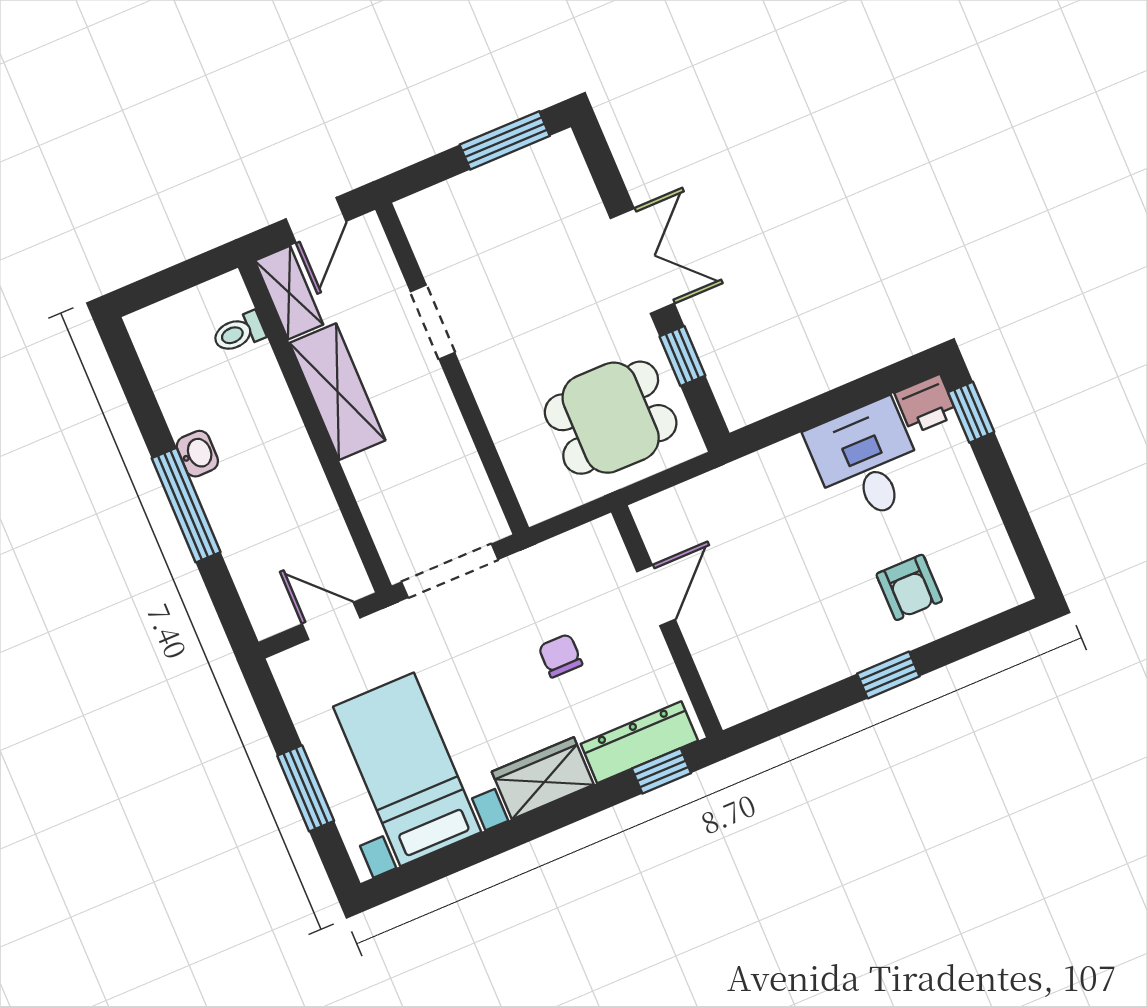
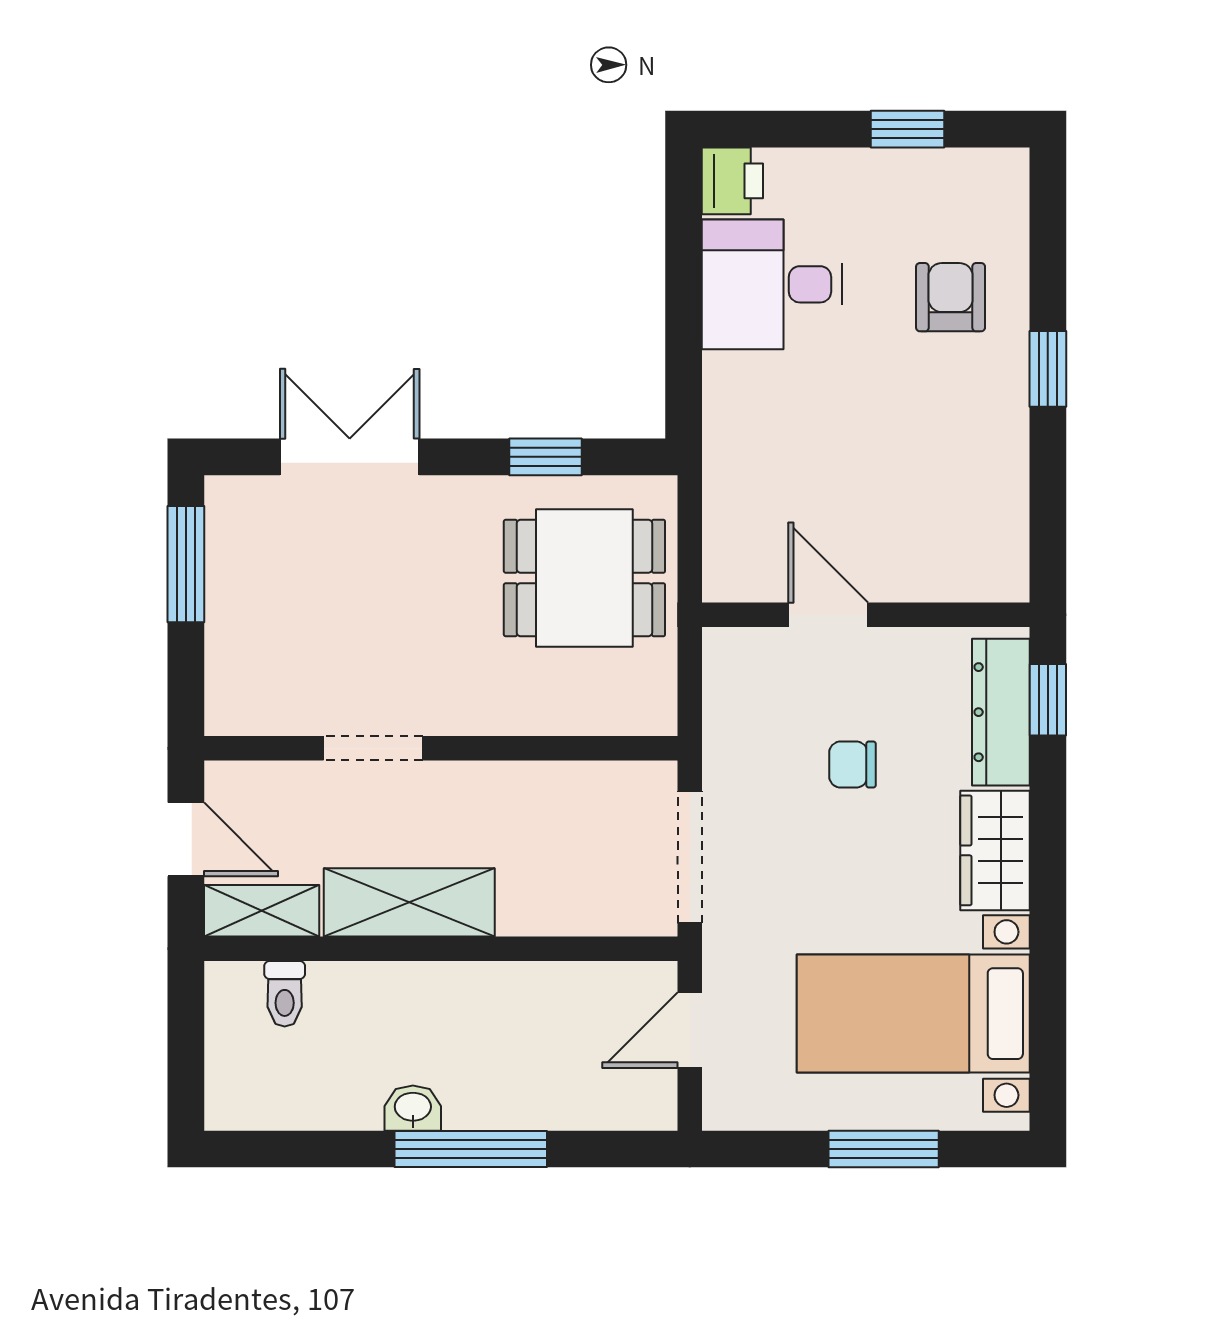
double door: (642, 261) -> (350, 457), moved
window: (971, 412) -> (907, 129), moved
dining table: (611, 418) -> (584, 578), turned 90
armchair: (909, 587) -> (951, 297), turned -90

